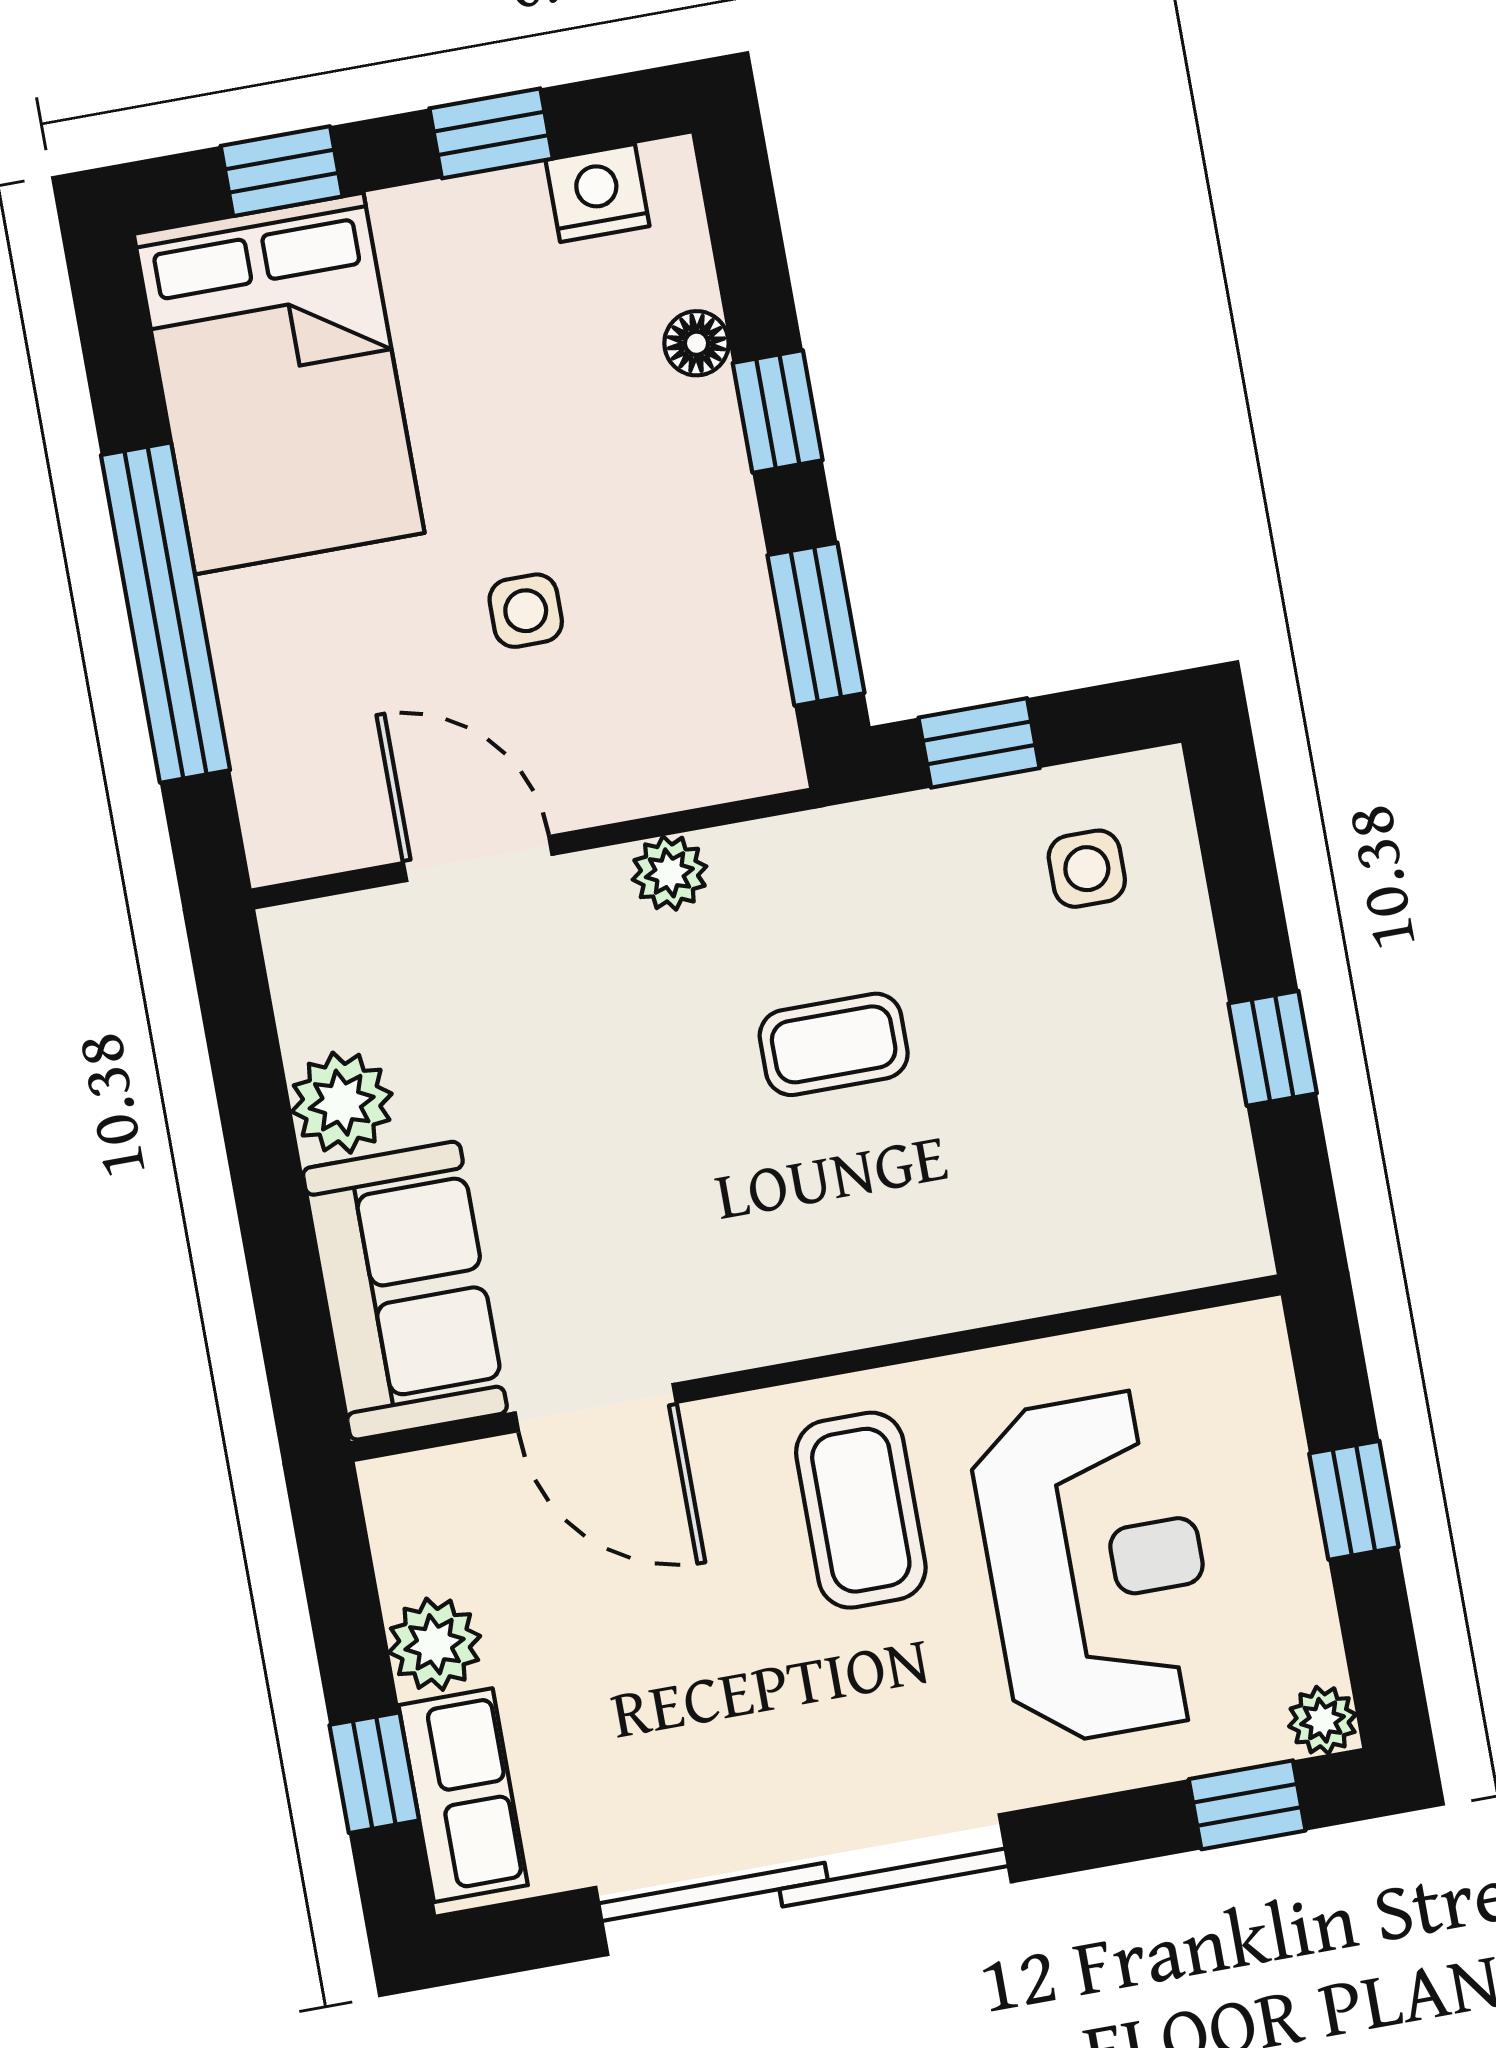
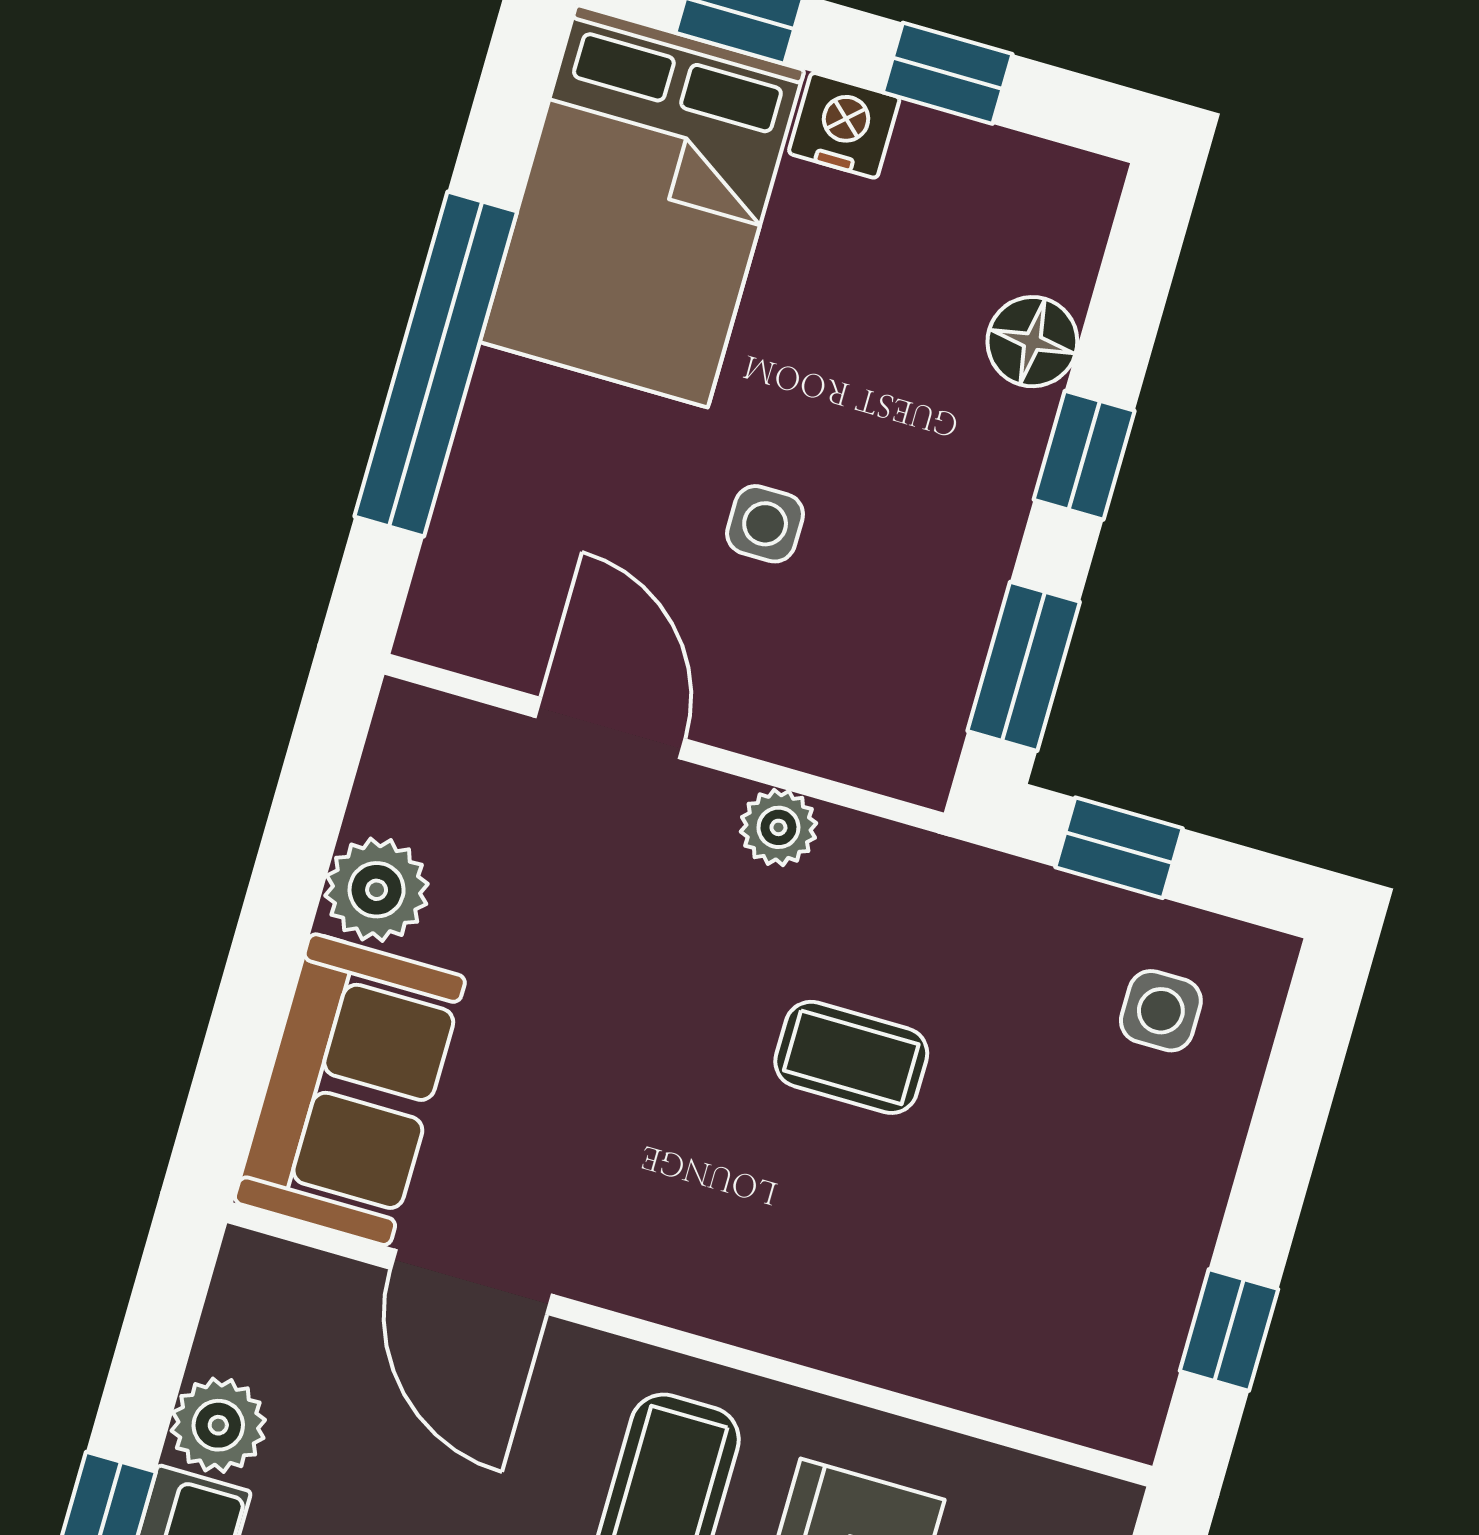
nightstand: (597, 193) -> (844, 125), moved
floor lamp: (697, 343) -> (1032, 342), width x1.37, depth x1.37
window: (1273, 1048) -> (1229, 1330), moved

